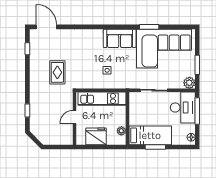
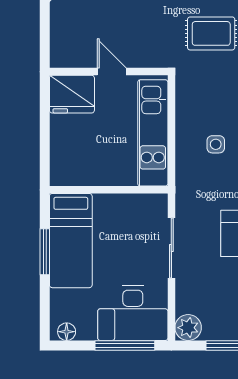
plant: (121, 131) -> (81, 176), removed
fridge: (96, 136) -> (72, 94), moved, turned 90

